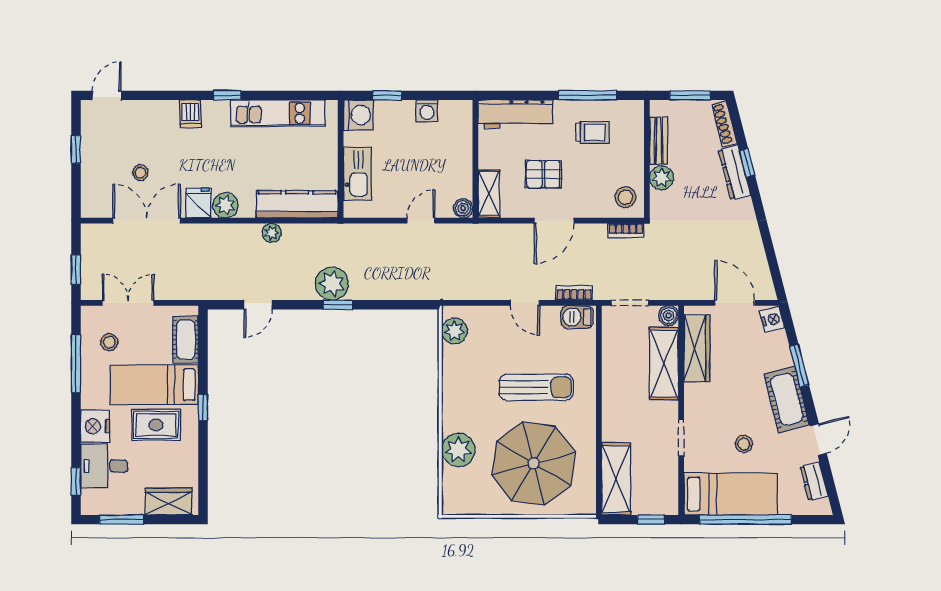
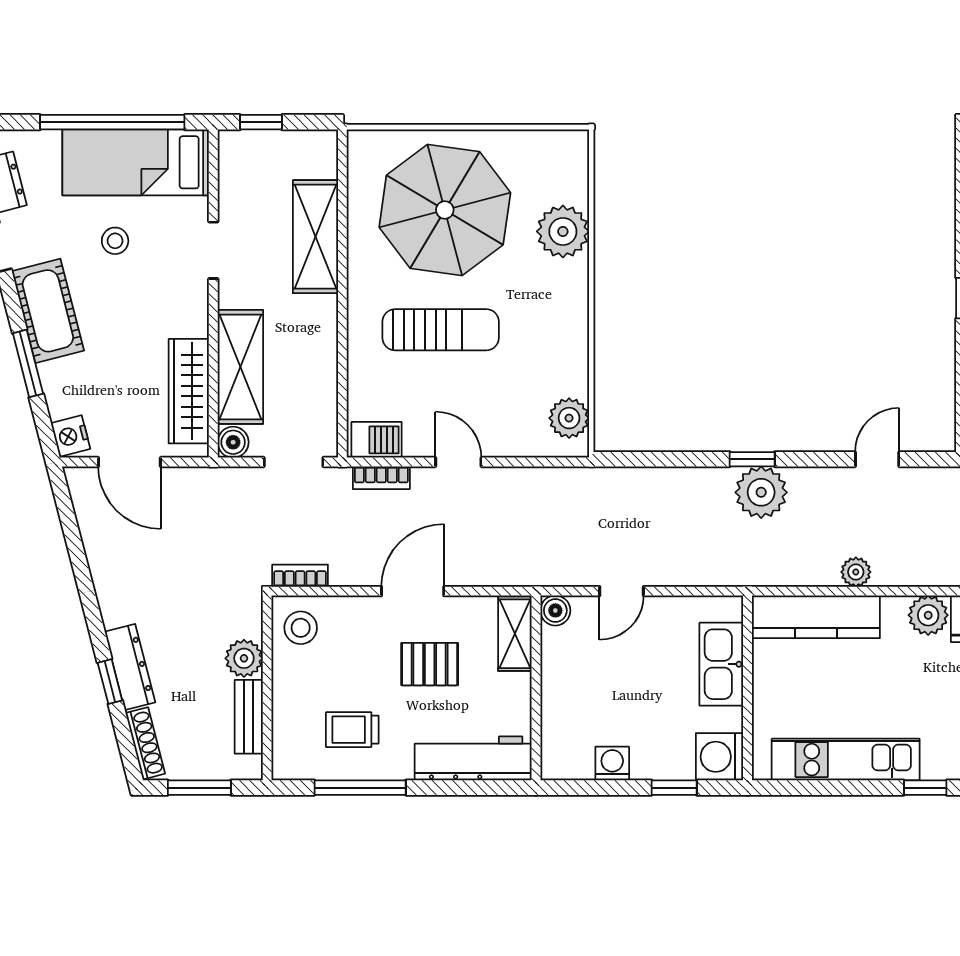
sun lounger: (536, 387) -> (441, 330), turned 180
shelving: (616, 479) -> (315, 237), moved

